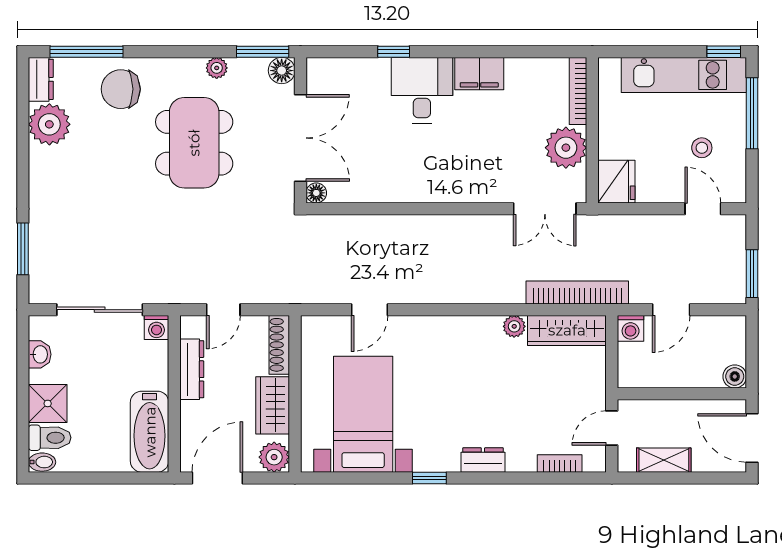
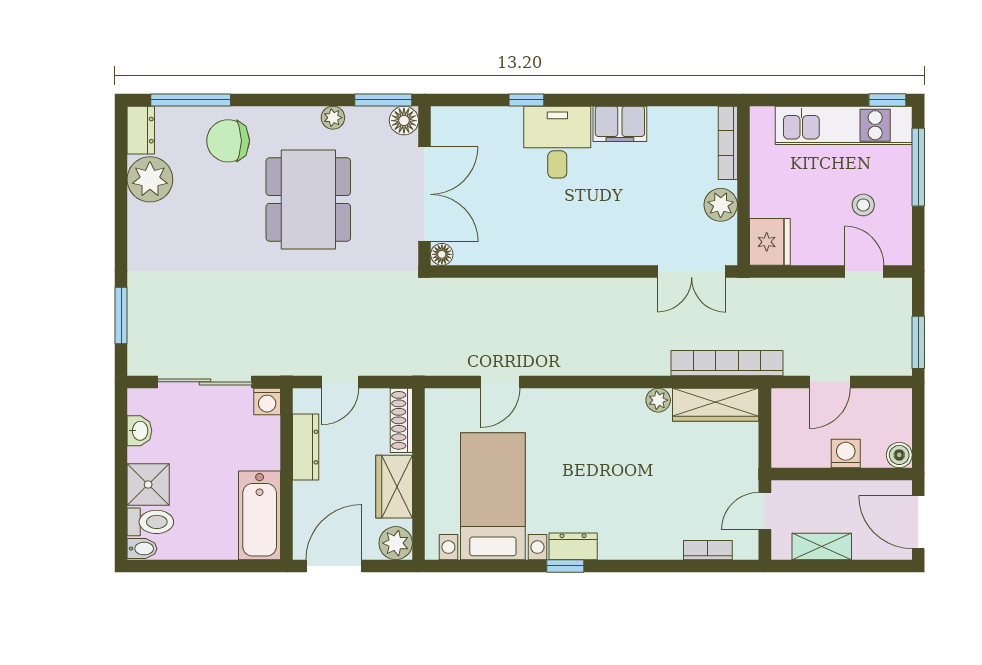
plant: (566, 148) -> (721, 205), width x0.73, depth x0.73
washing machine: (631, 328) -> (846, 453), moved, turned 180
dresser: (483, 460) -> (573, 546), moved

